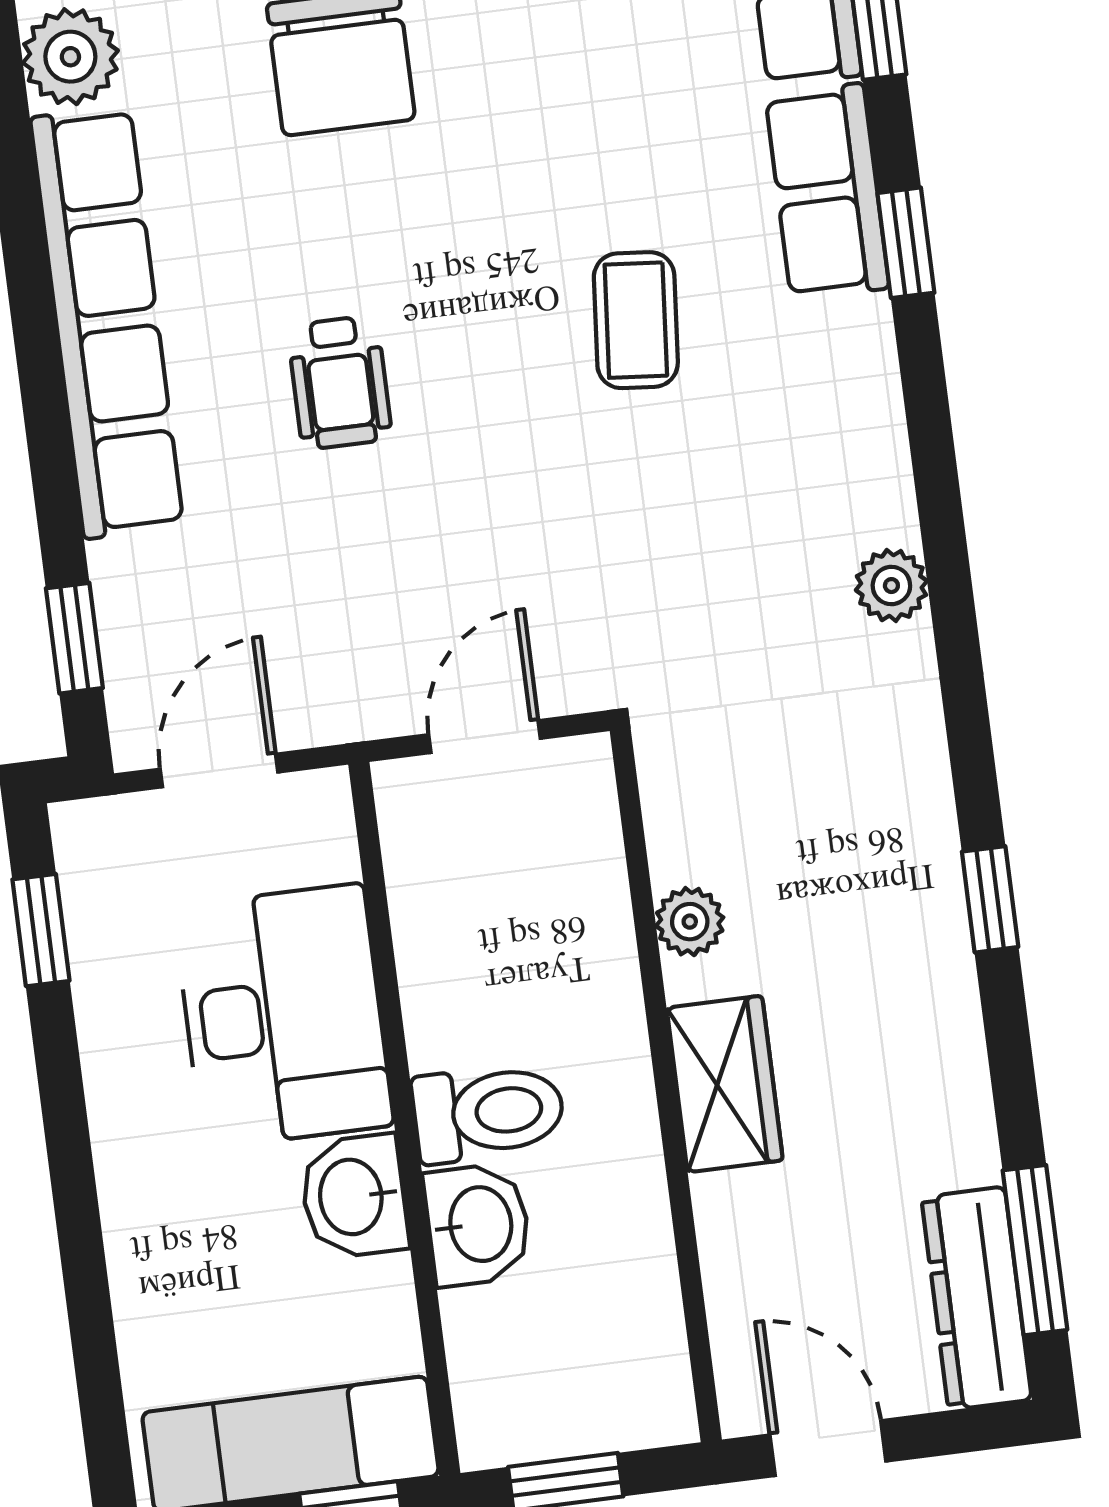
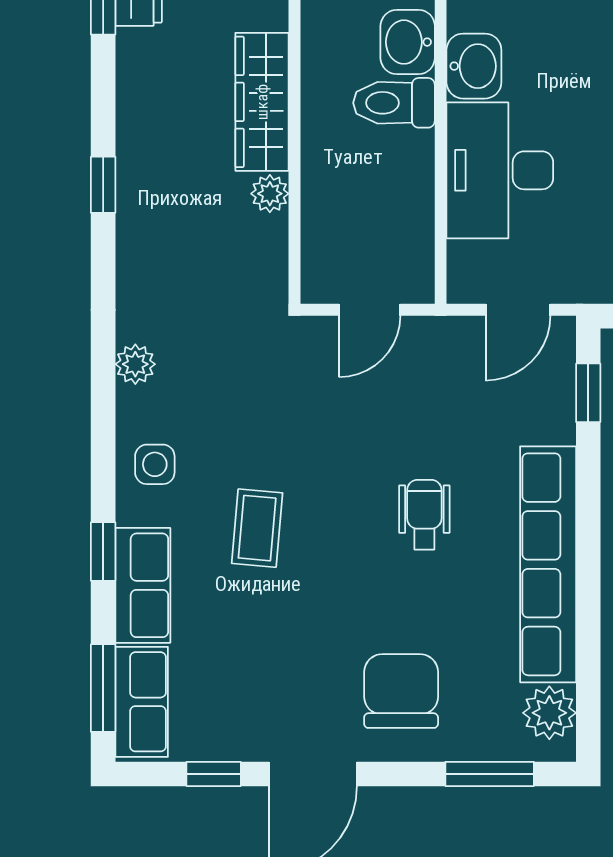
side table: (833, 411) -> (155, 464), added
wardrobe: (725, 1084) -> (262, 102), width x1.50

